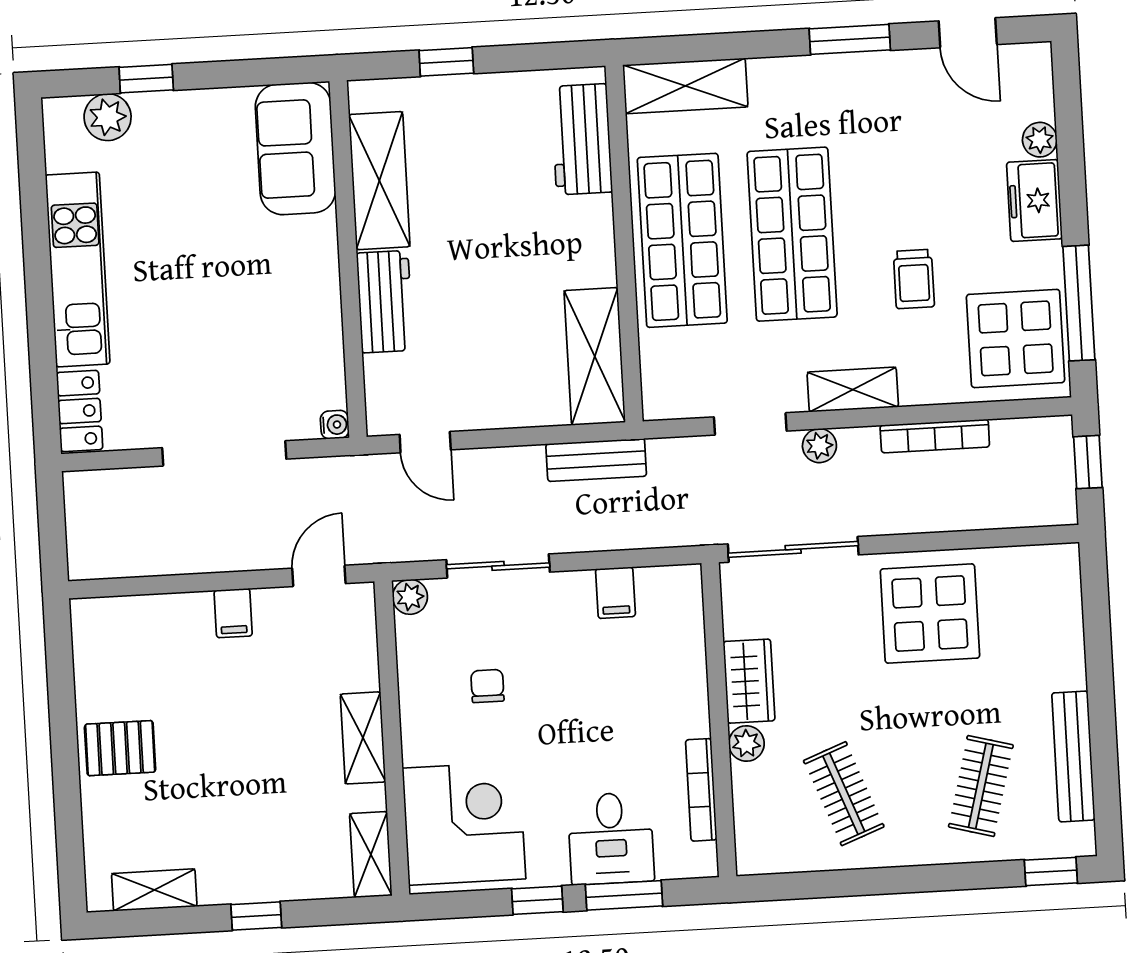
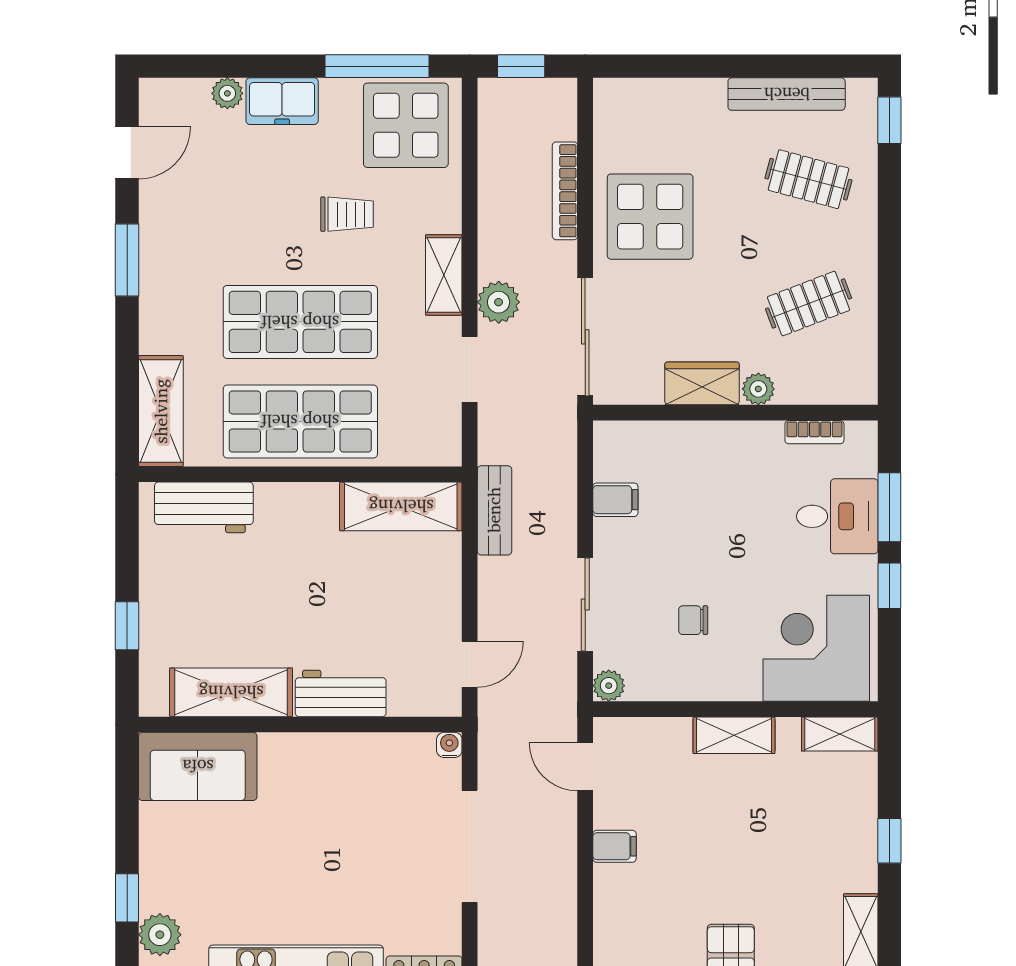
bookcase: (935, 436) -> (565, 191), moved, turned 180
plant: (819, 446) -> (499, 302), width x1.38, depth x1.38
bookcase: (701, 790) -> (814, 432), width x0.64

